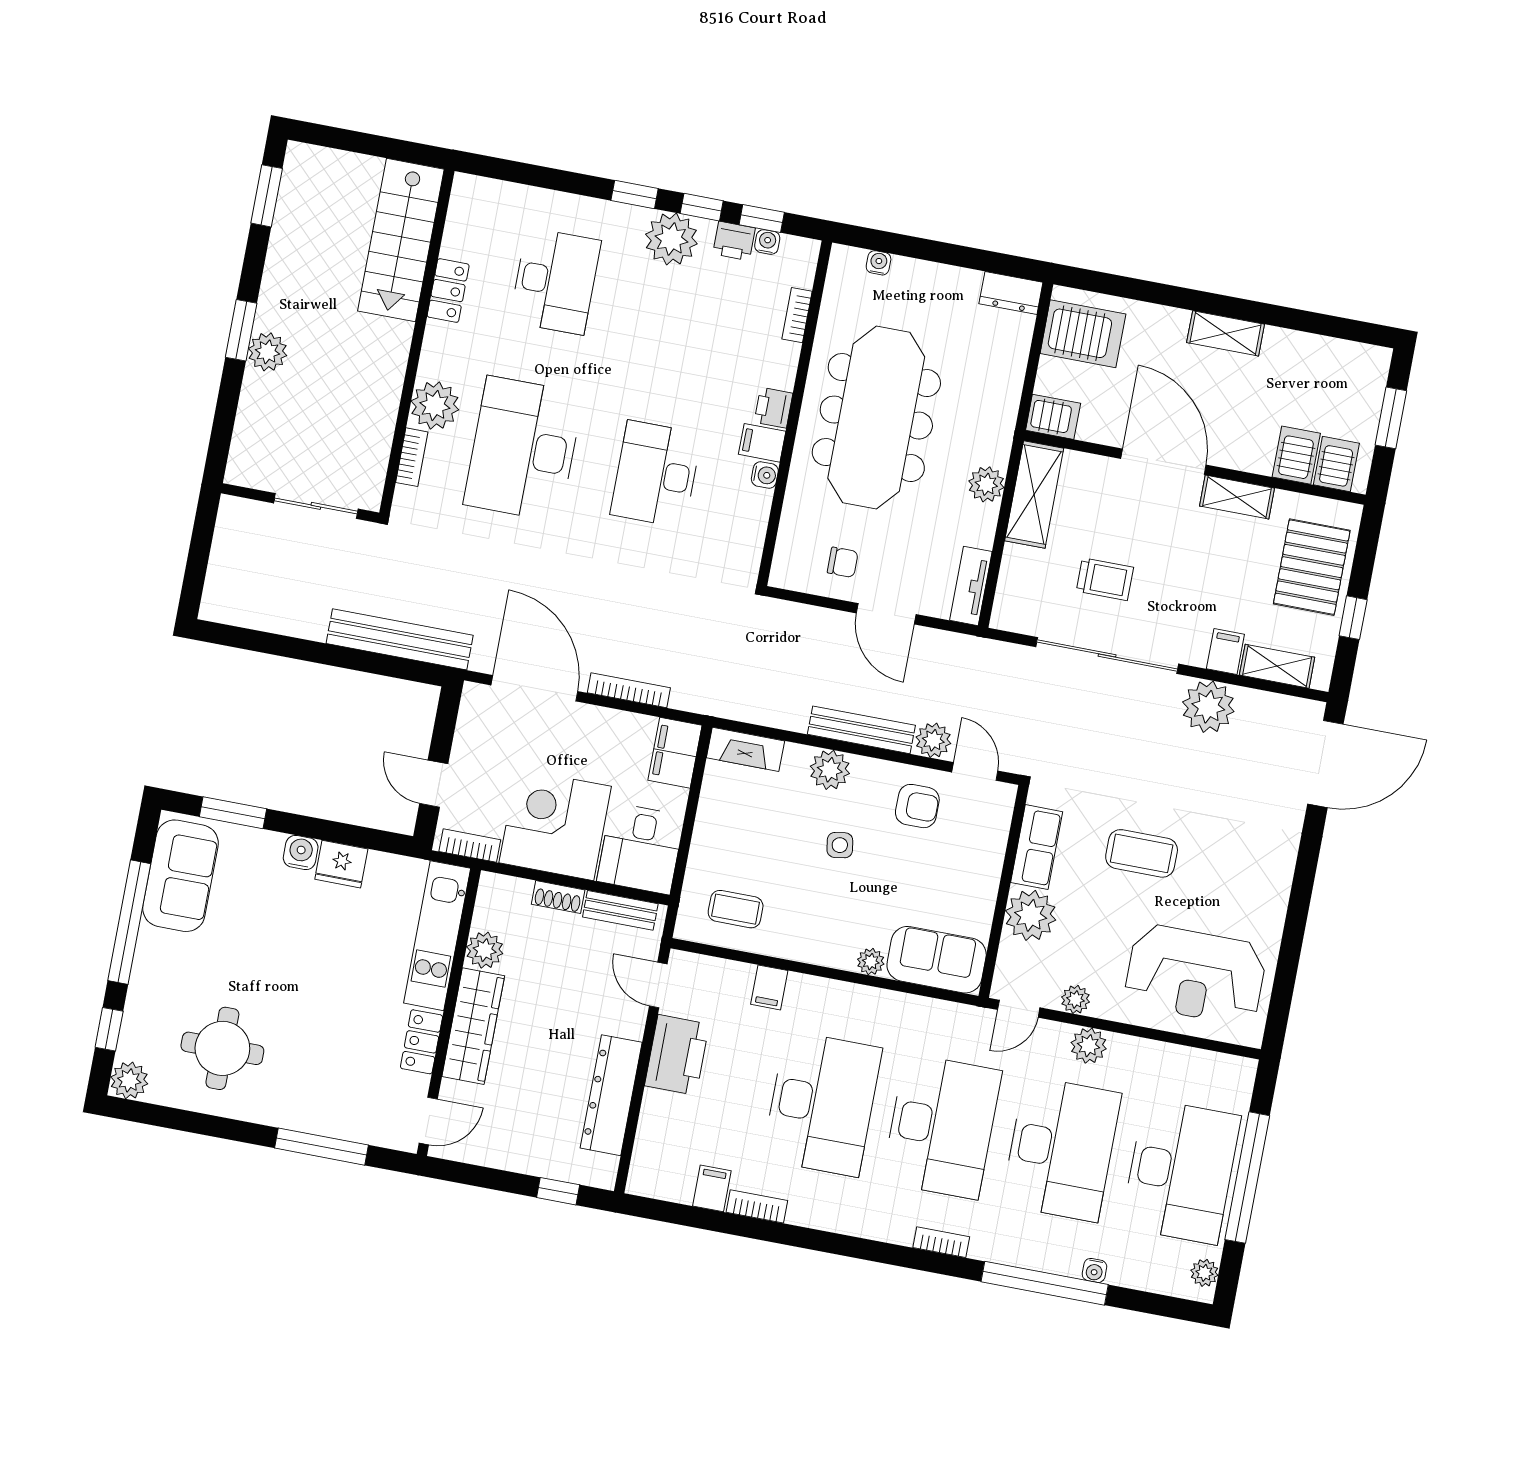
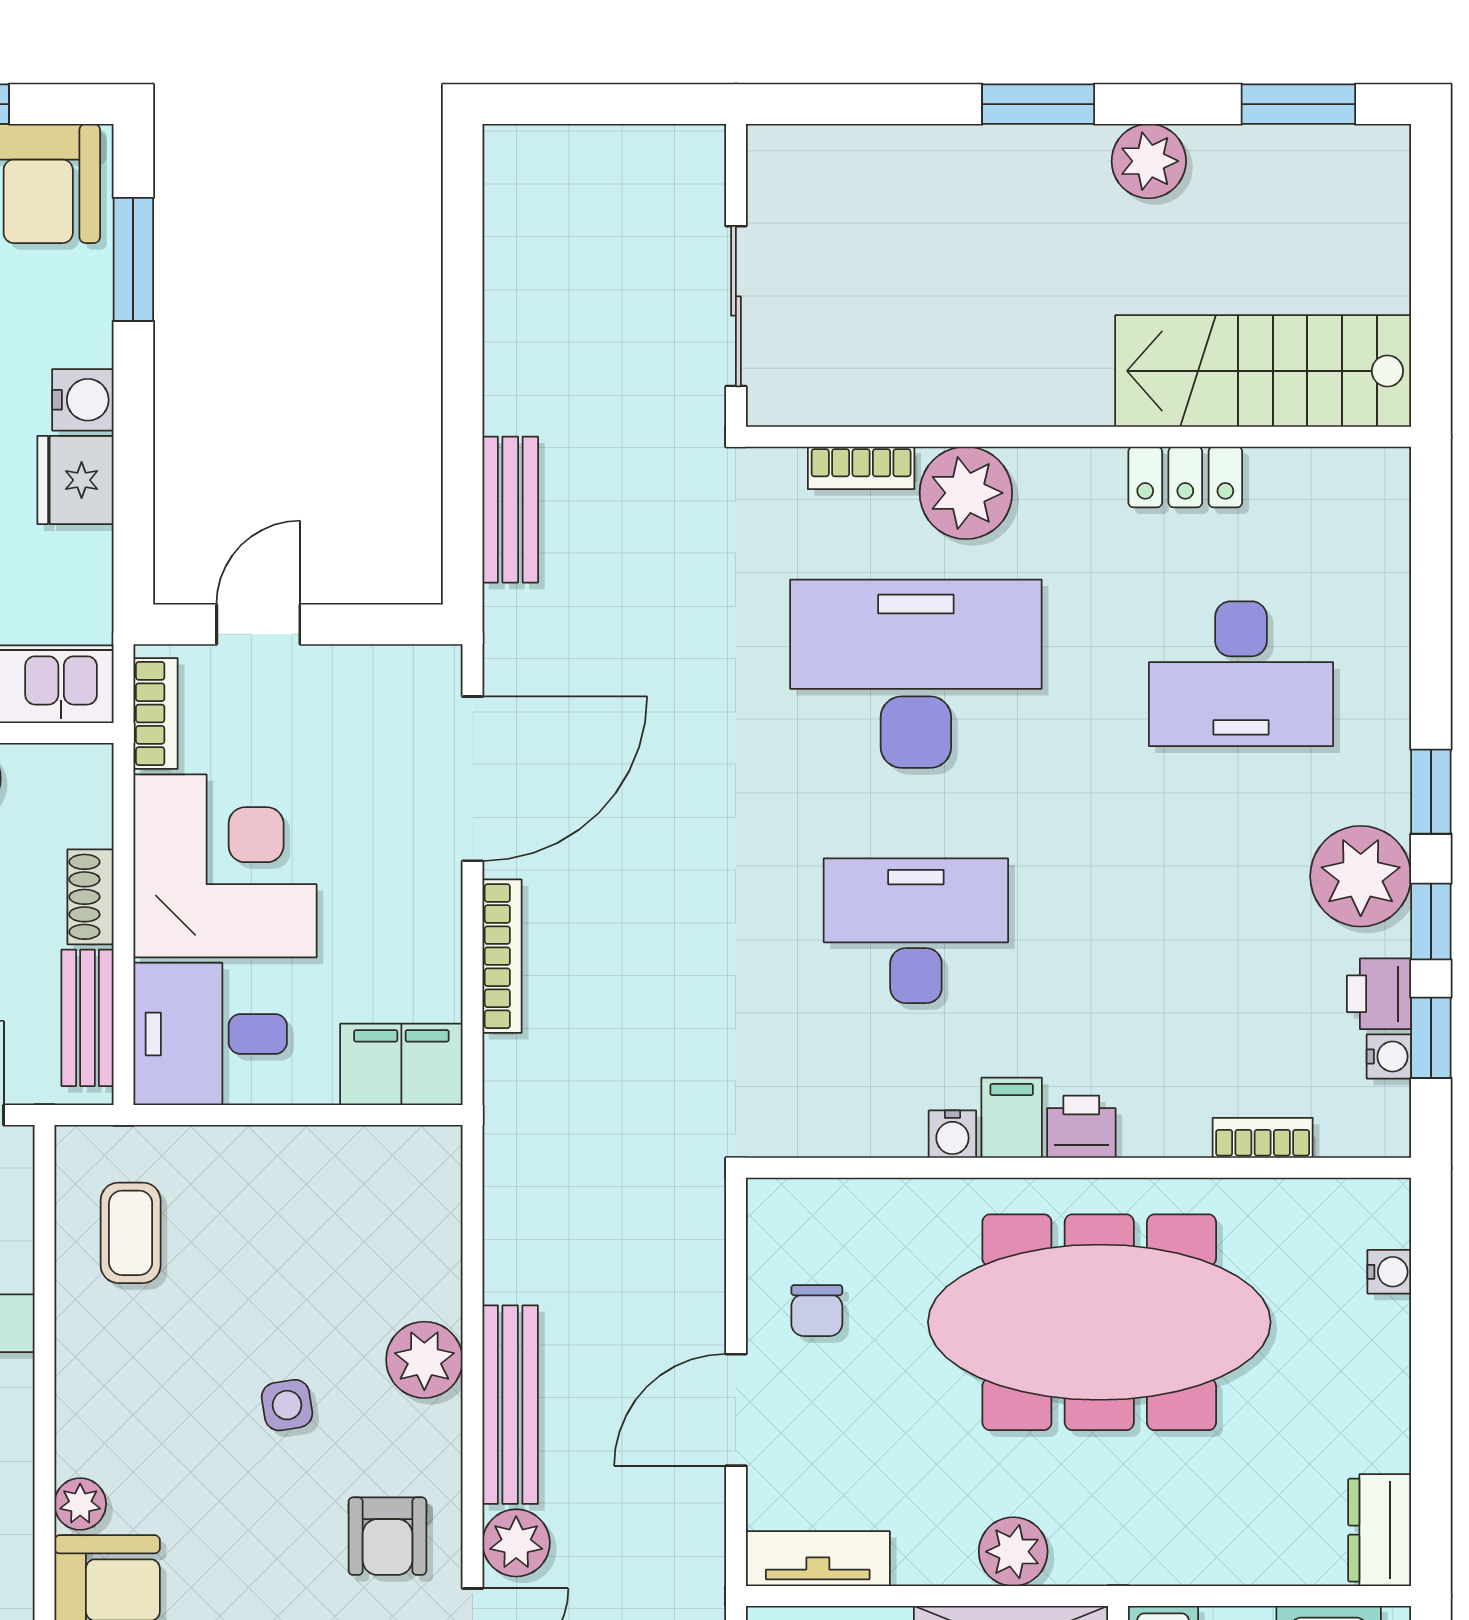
plant: (268, 352) -> (1149, 161), moved
bench: (400, 639) -> (510, 510), width x0.54, depth x0.82
fireplace: (746, 749) -> (433, 1195), removed

